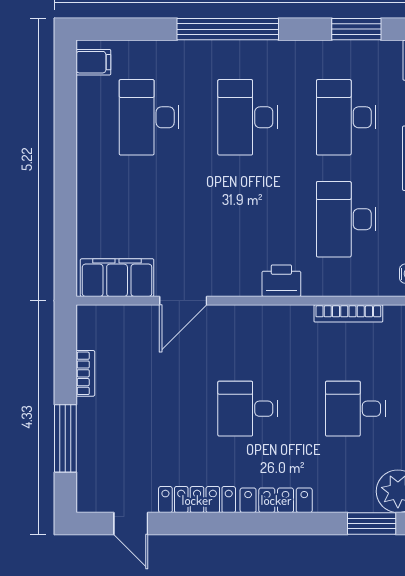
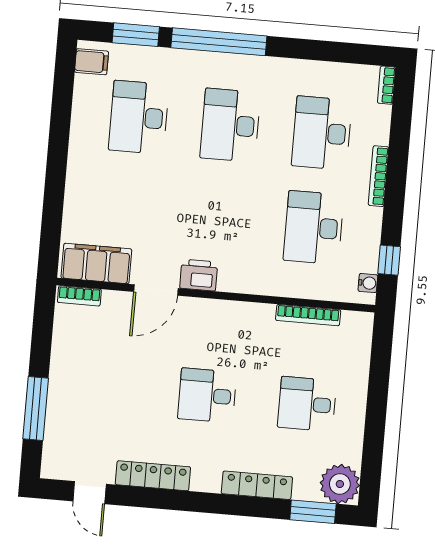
window: (356, 29) -> (136, 35), moved
printer: (281, 281) -> (199, 275), moved
bookcase: (85, 373) -> (79, 296), moved, turned 90
locker: (276, 500) -> (257, 485), moved

